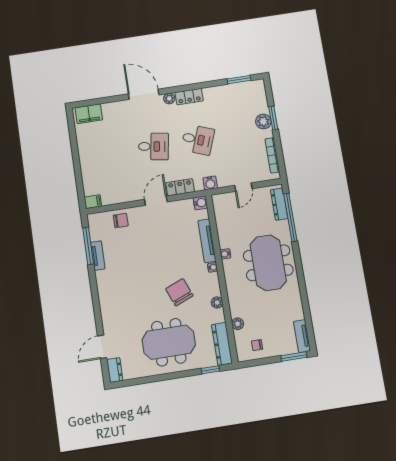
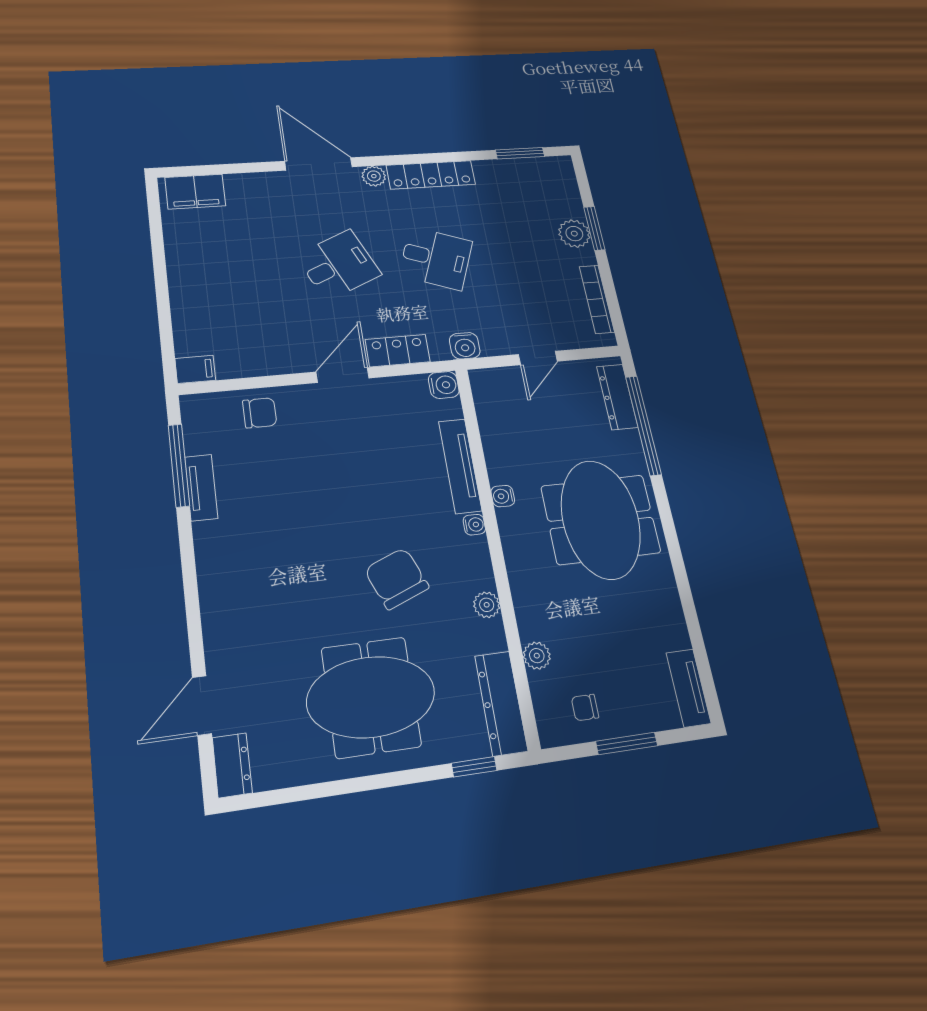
locker: (189, 97) -> (431, 175), width x1.53
desk: (153, 146) -> (338, 265), turned -33
window: (294, 357) -> (627, 744), moved

